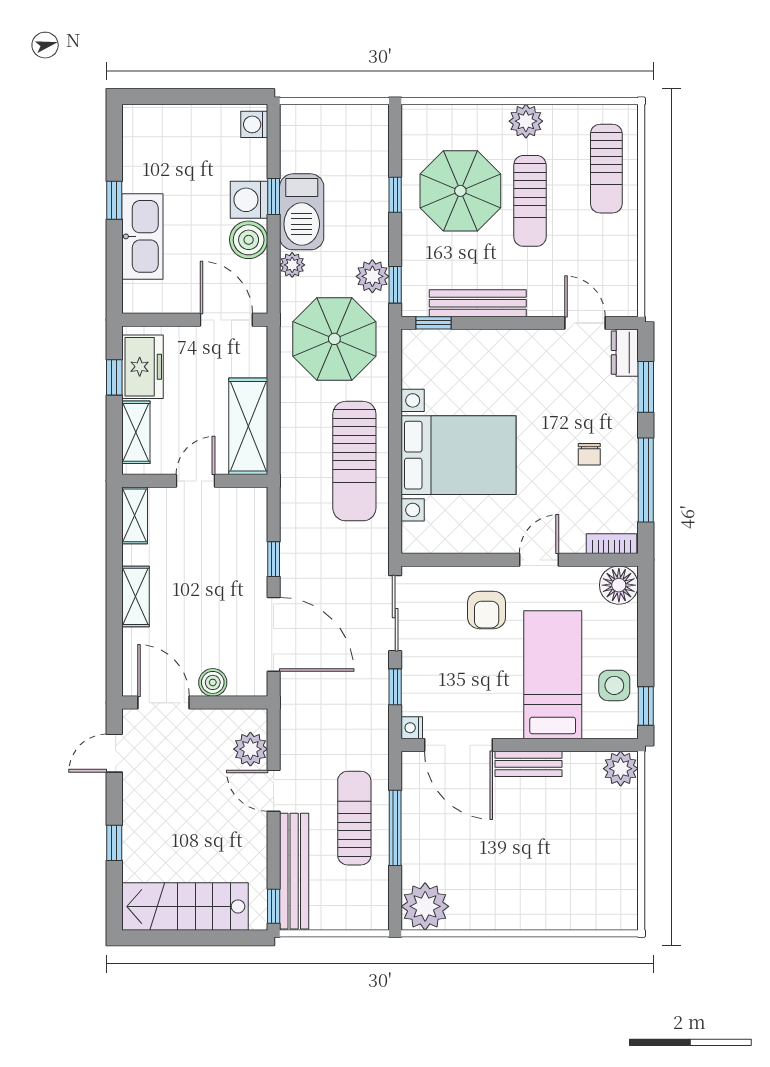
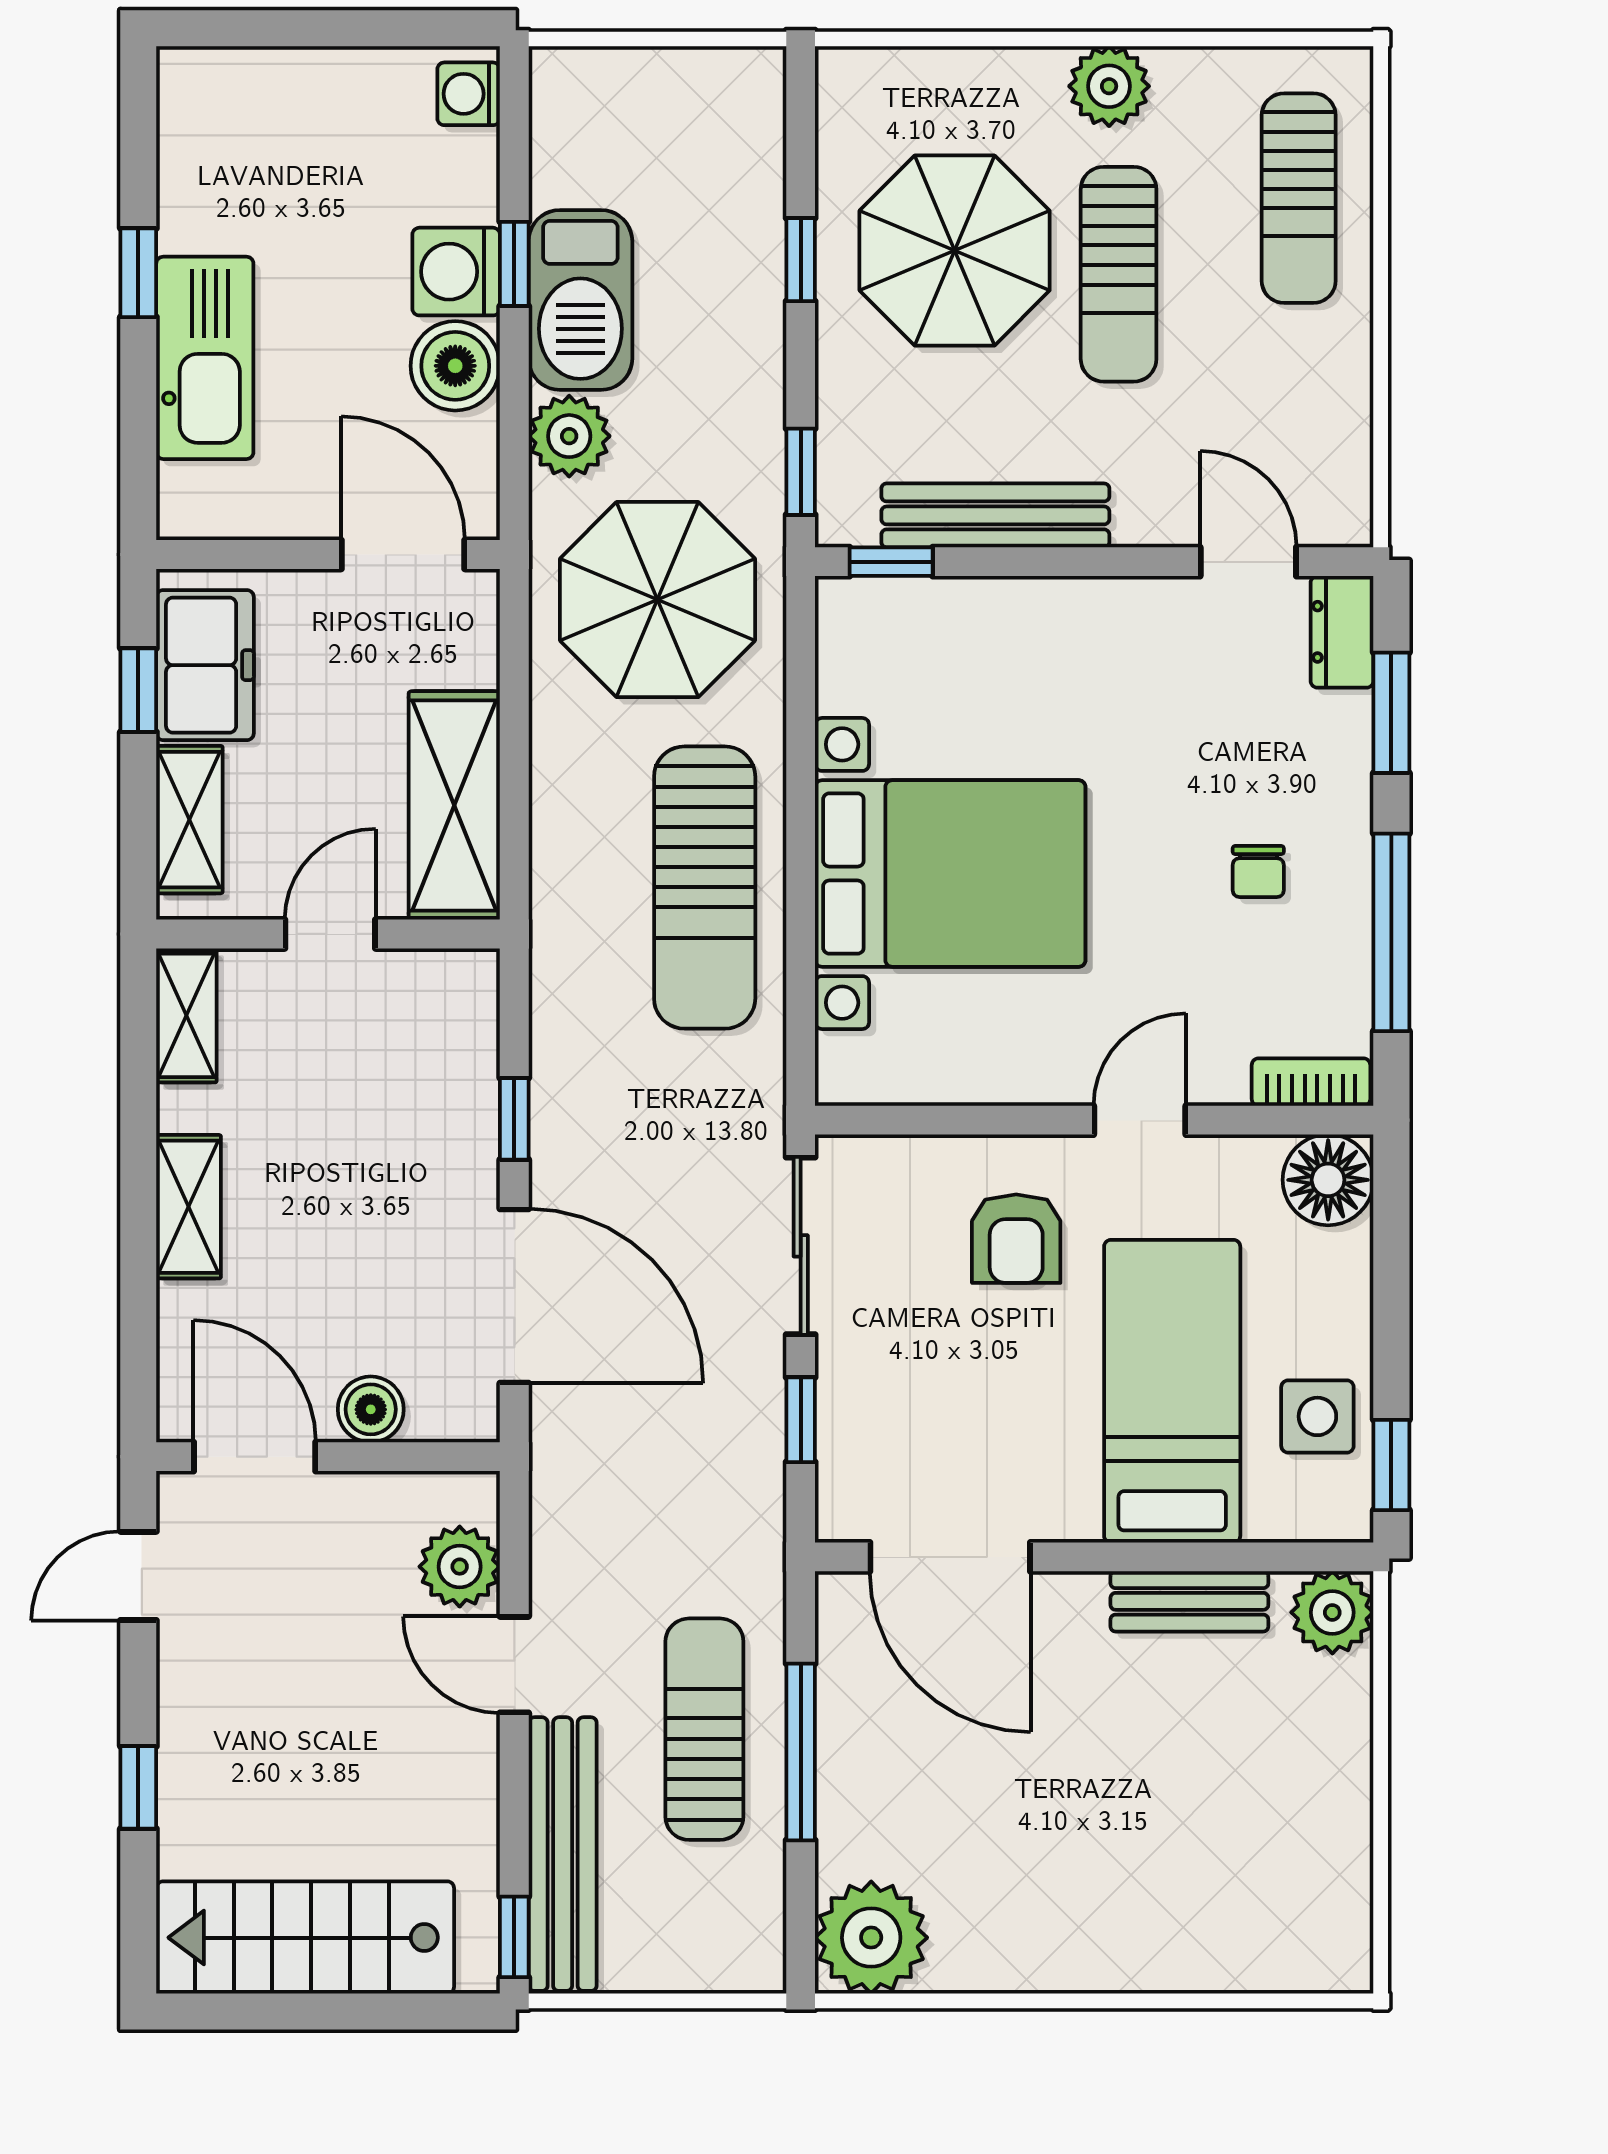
plant: (292, 265) -> (569, 436), width x1.38, depth x1.38
plant: (372, 276) -> (747, 452), removed
nightstand: (412, 728) -> (840, 1516), removed
bench: (528, 764) -> (1189, 1601), moved

